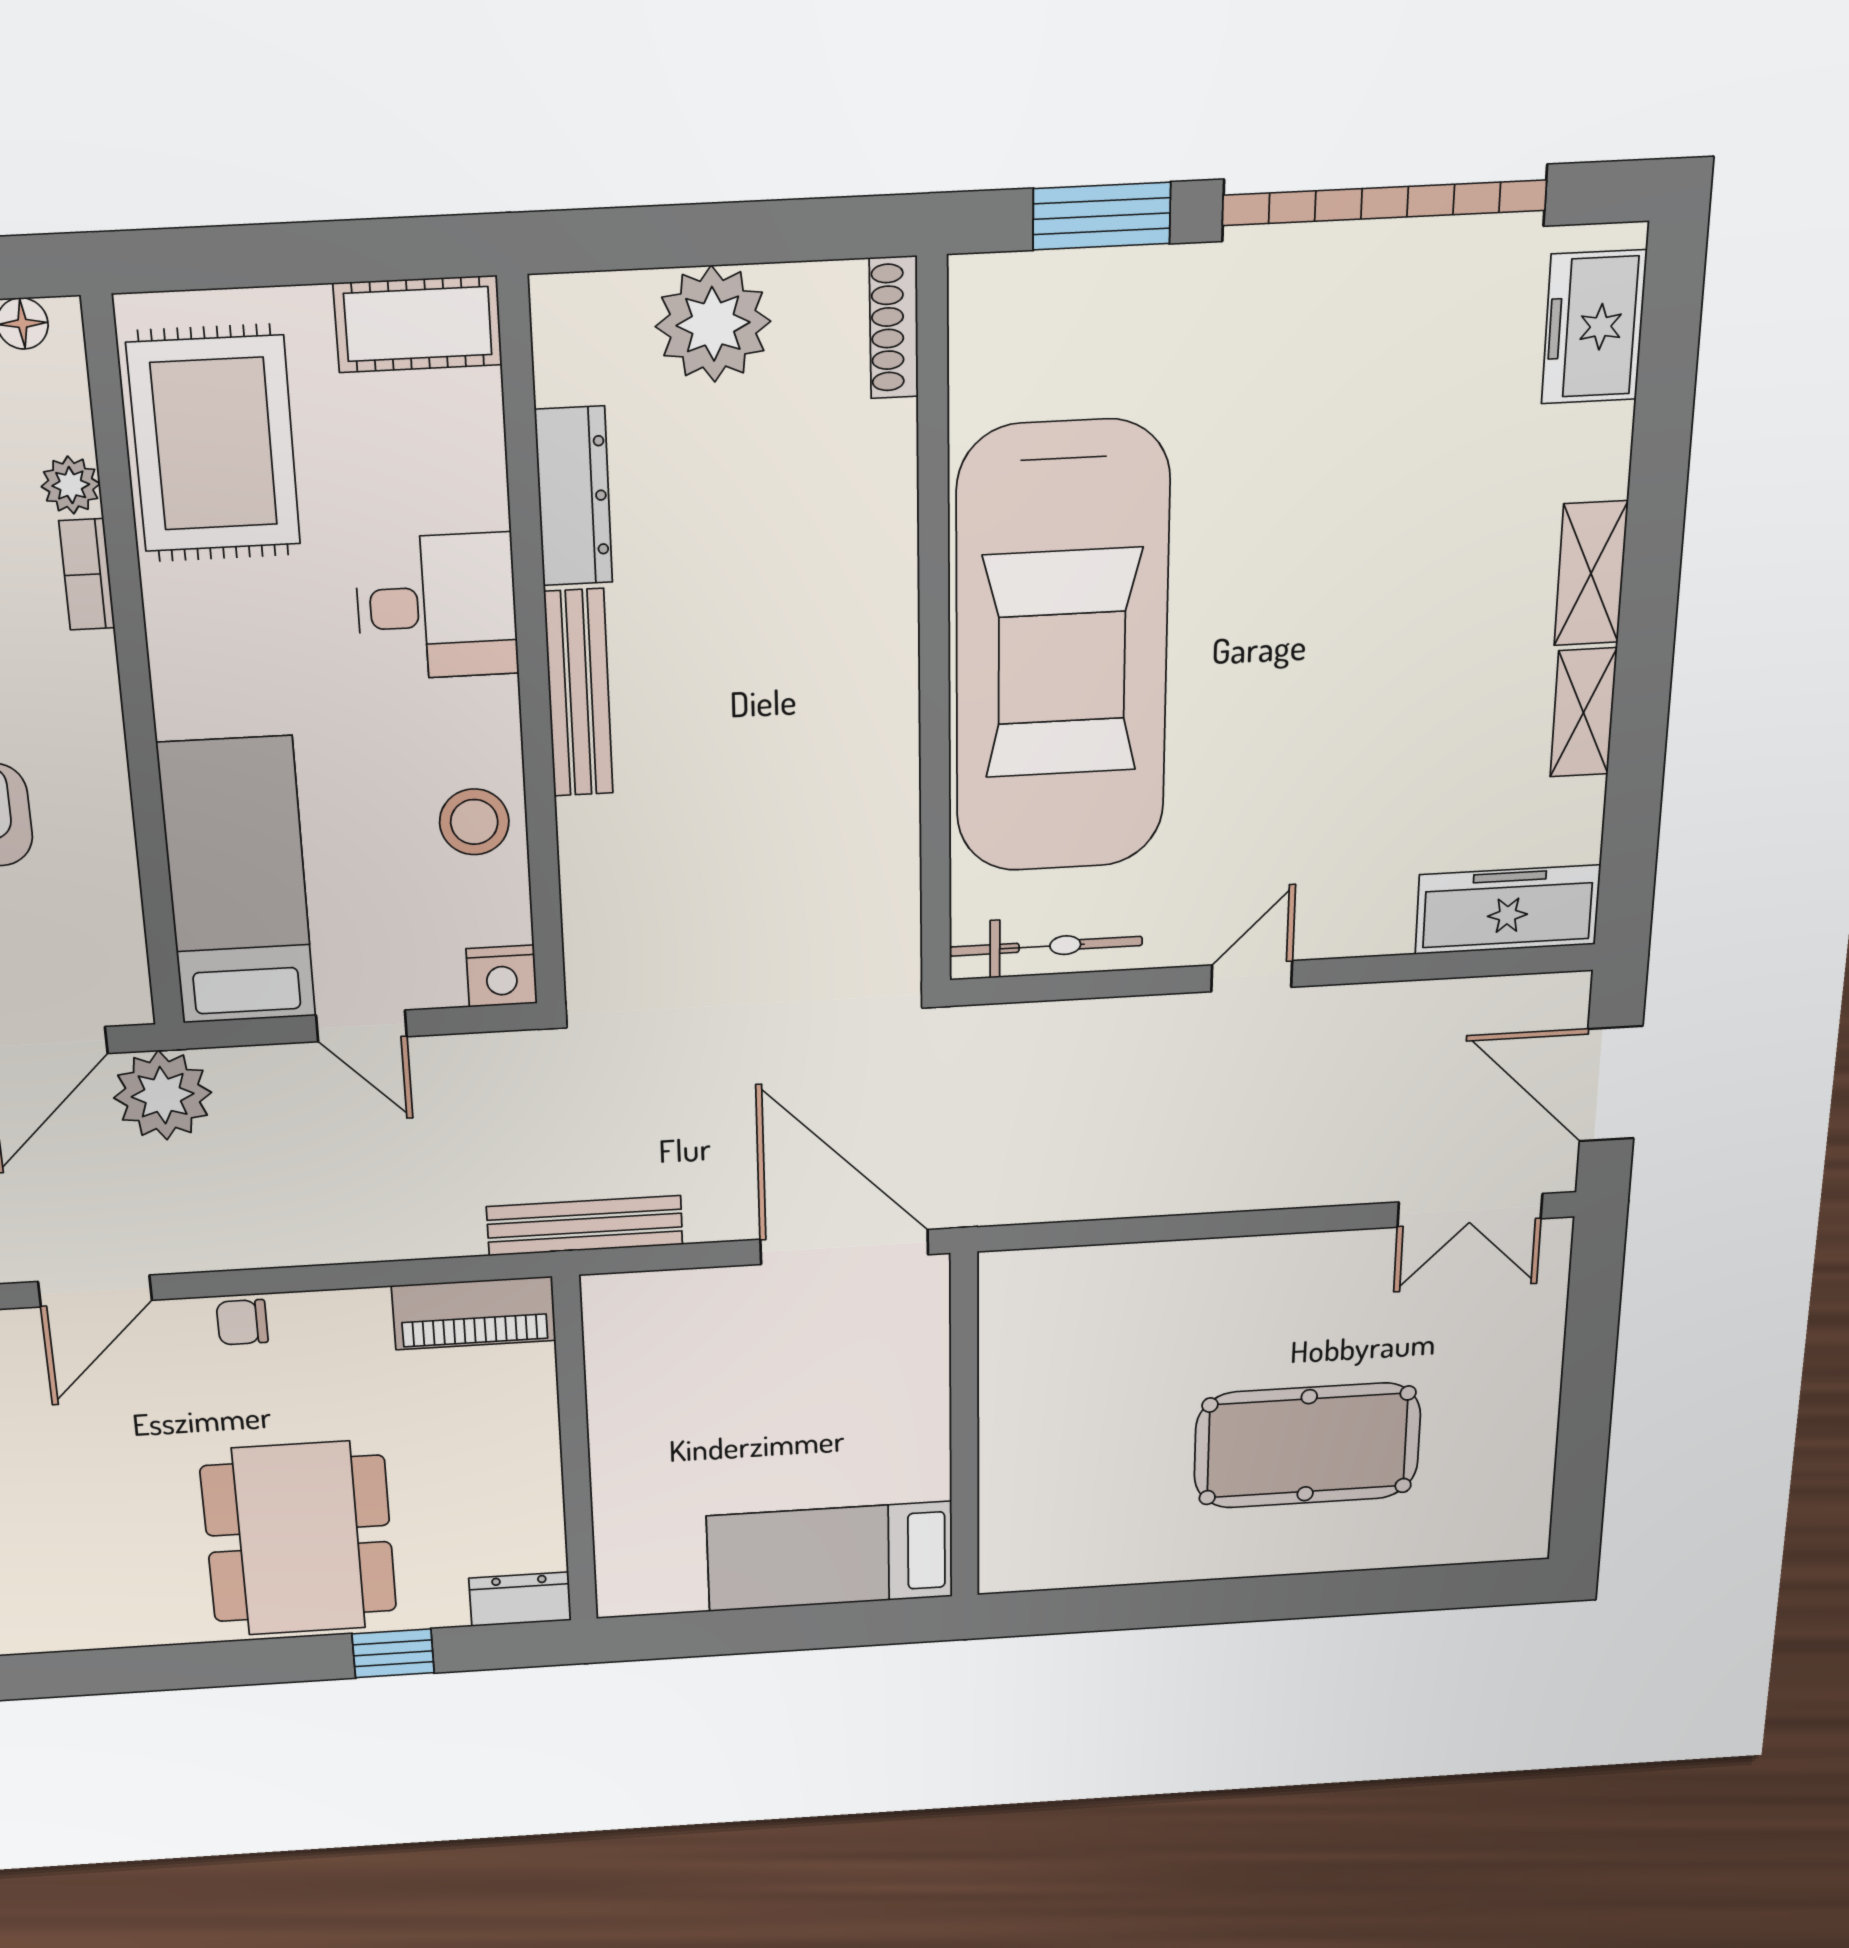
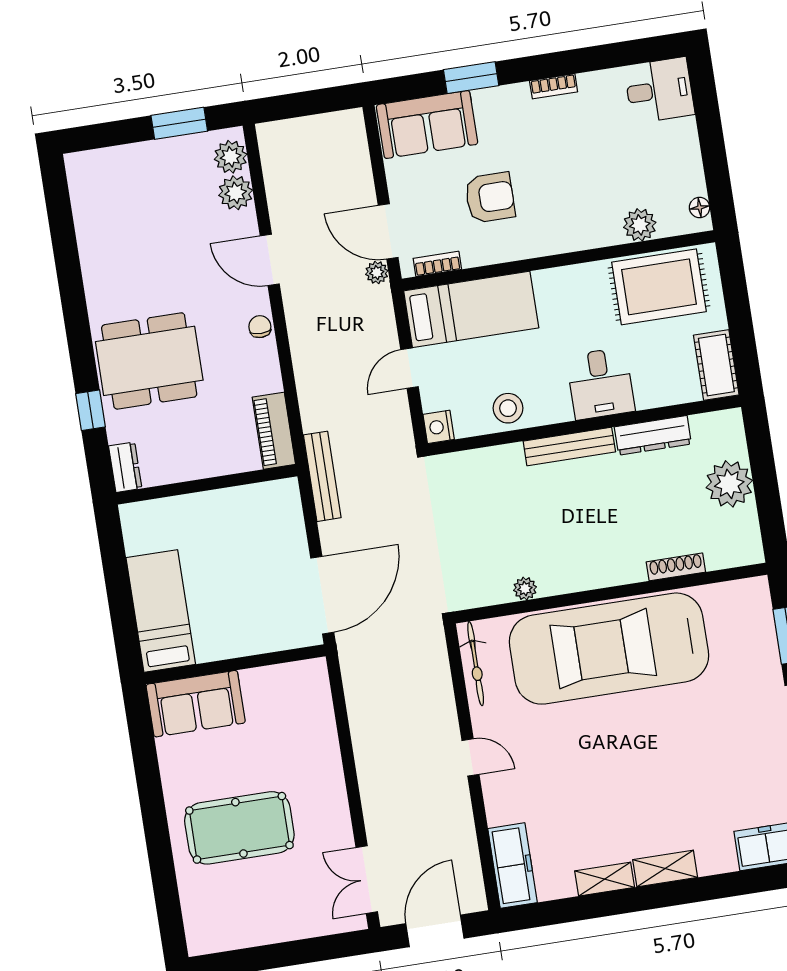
shoe rack: (894, 327) -> (676, 567), moved
plant: (71, 485) -> (640, 225), width x1.38, depth x1.38
bookcase: (87, 574) -> (437, 264), moved
plant: (894, 824) -> (525, 589), added
plant: (163, 1095) -> (377, 273), width x0.53, depth x0.53
pool table: (1307, 1445) -> (239, 828), turned 90
sofa: (1034, 1507) -> (196, 704), added

